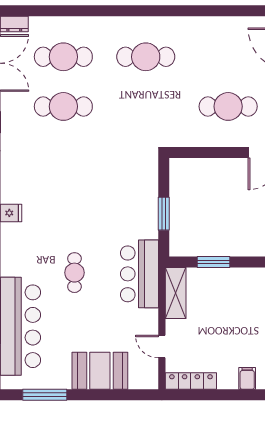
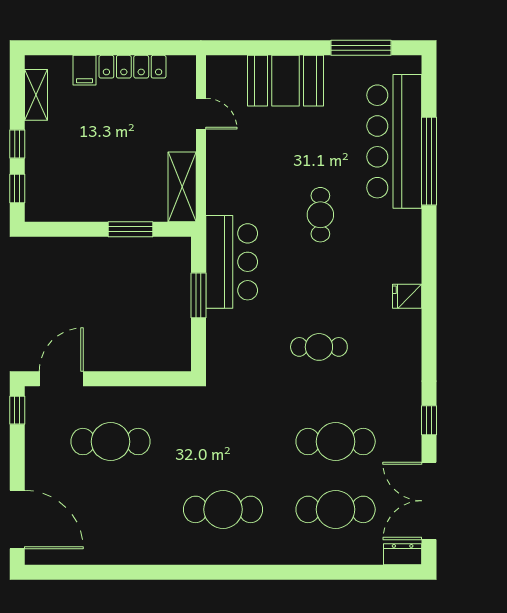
cafe table: (75, 176) -> (319, 347), added
bar counter: (139, 274) -> (232, 262), moved
locker: (191, 381) -> (133, 67), moved

